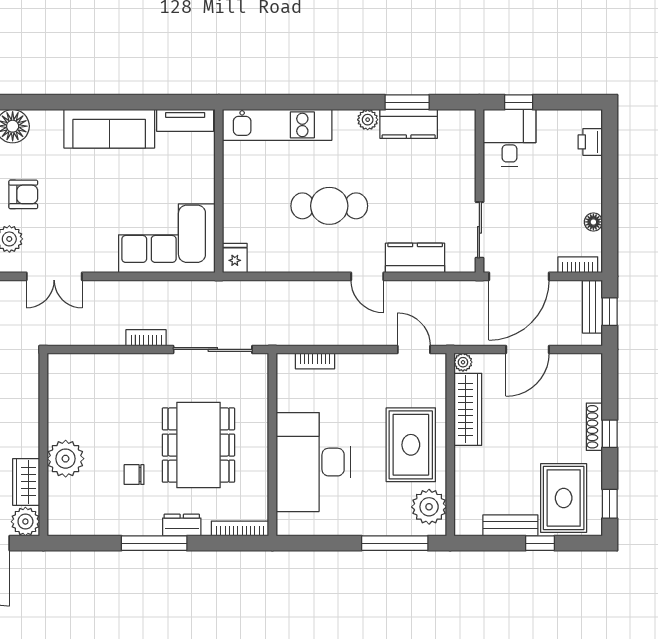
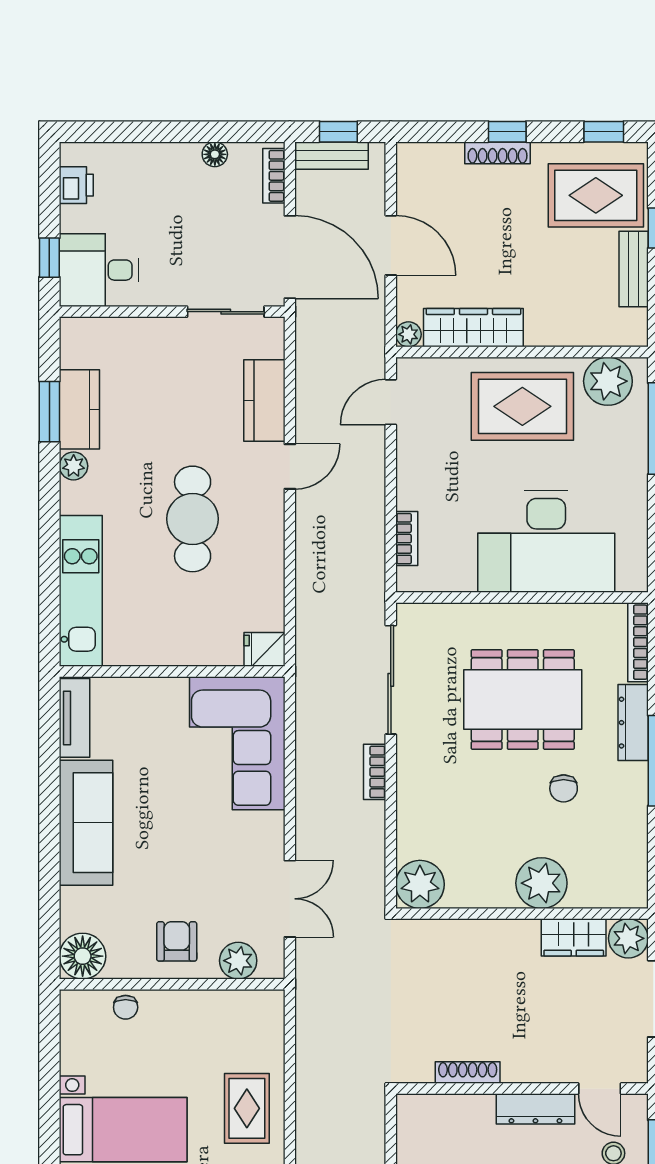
printer: (590, 142) -> (76, 185), moved, turned -90
plant: (65, 371) -> (420, 884), added
dresser: (182, 525) -> (633, 723), width x1.44

